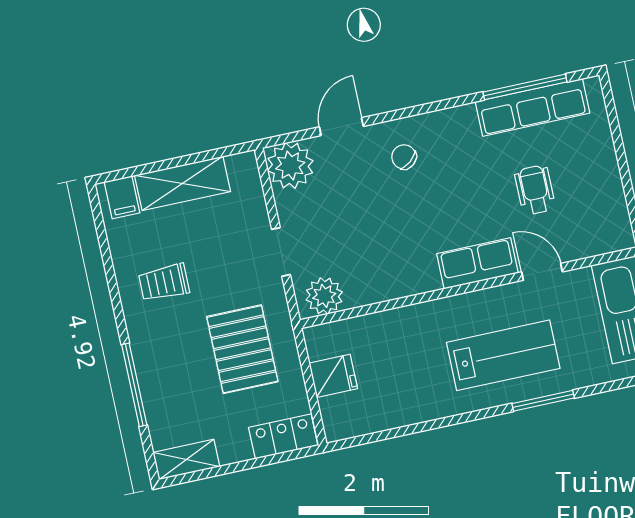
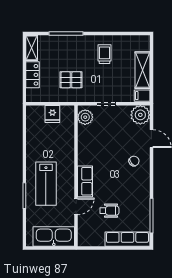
row of seats: (532, 107) -> (127, 239), moved, turned 90
filing cabinet: (122, 197) -> (142, 96), moved
pallet: (242, 349) -> (71, 80), width x0.67, depth x0.71
locker: (283, 436) -> (33, 75), moved

